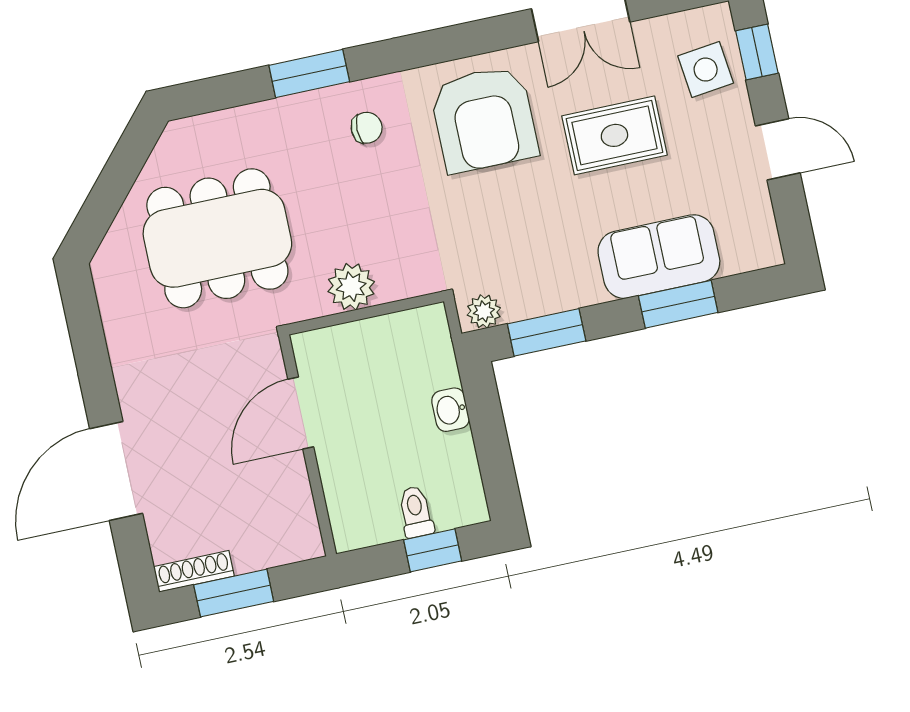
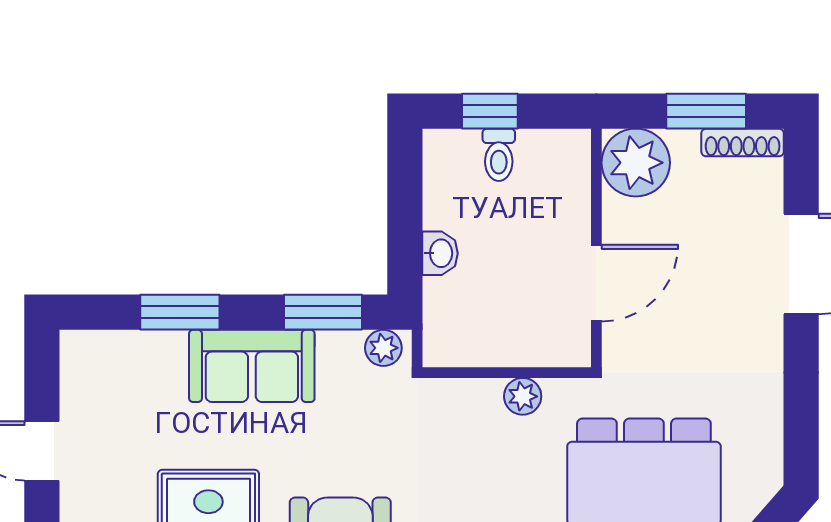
sofa: (659, 257) -> (252, 366), moved
plant: (351, 287) -> (523, 396), width x0.73, depth x0.73
plant: (288, 532) -> (636, 163), added

